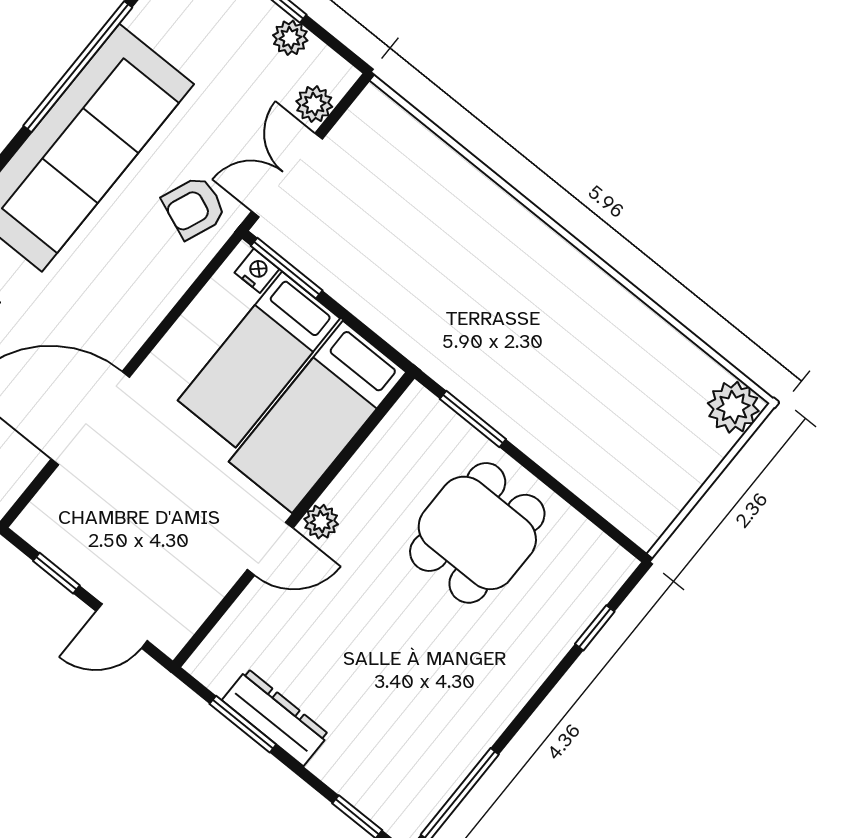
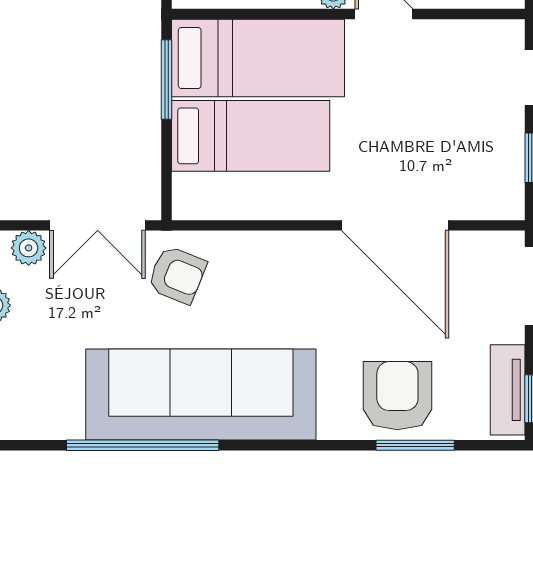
window: (287, 268) -> (166, 79), moved
nightstand: (257, 271) -> (186, 190), removed

